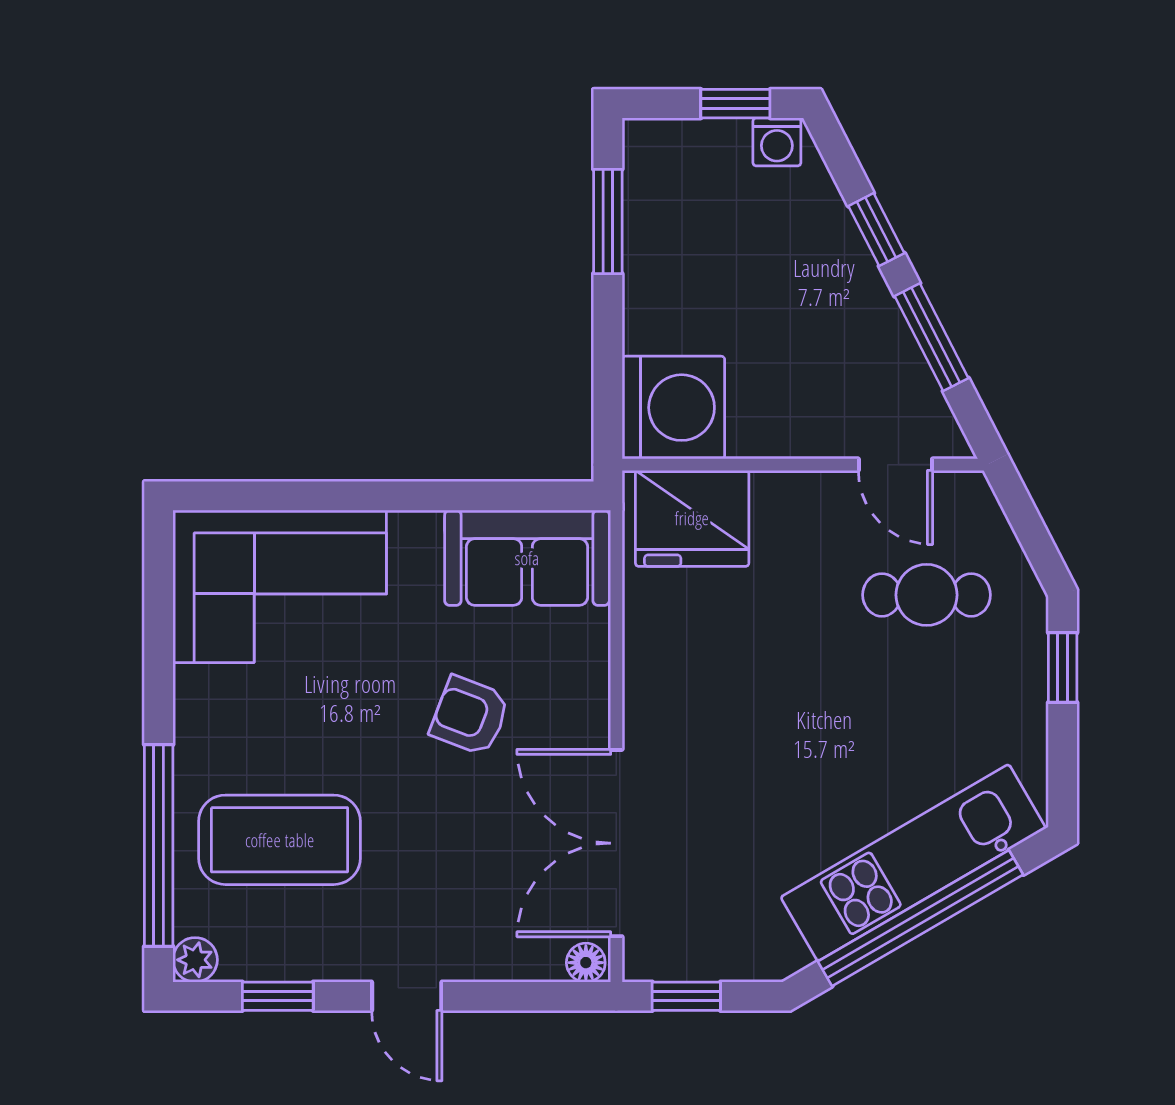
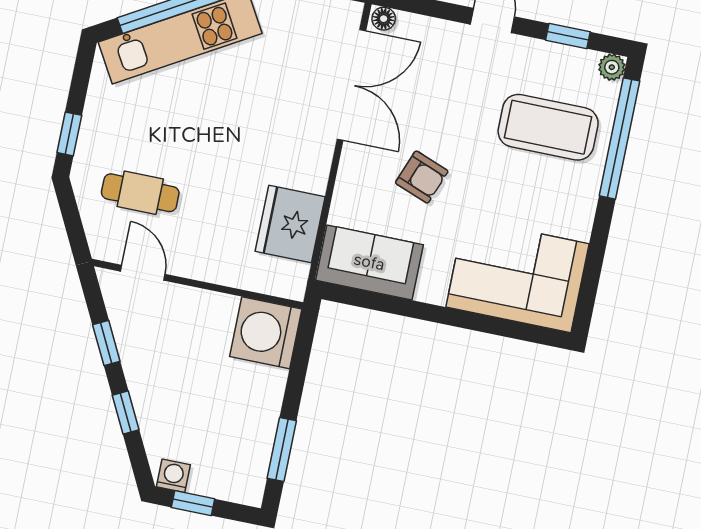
window: (932, 337) -> (106, 343), width x0.67
fridge: (692, 518) -> (290, 224), moved, turned -90

